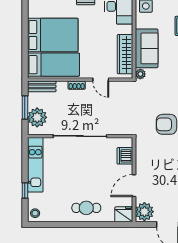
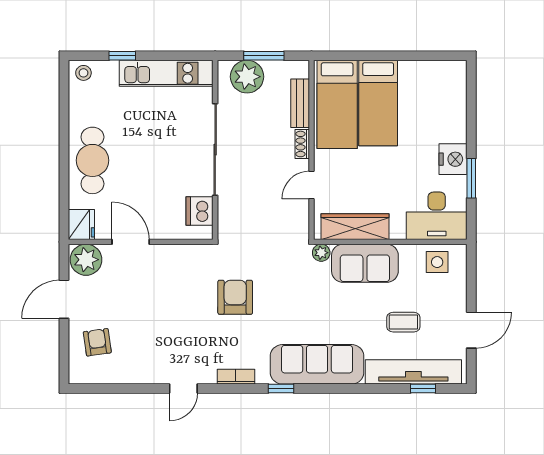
bed: (53, 35) -> (378, 103), width x0.67
bench: (42, 86) -> (300, 103), moved
dishwasher: (125, 156) -> (200, 211), moved, turned -90
cafe table: (86, 208) -> (92, 160), width x1.37, depth x1.35

